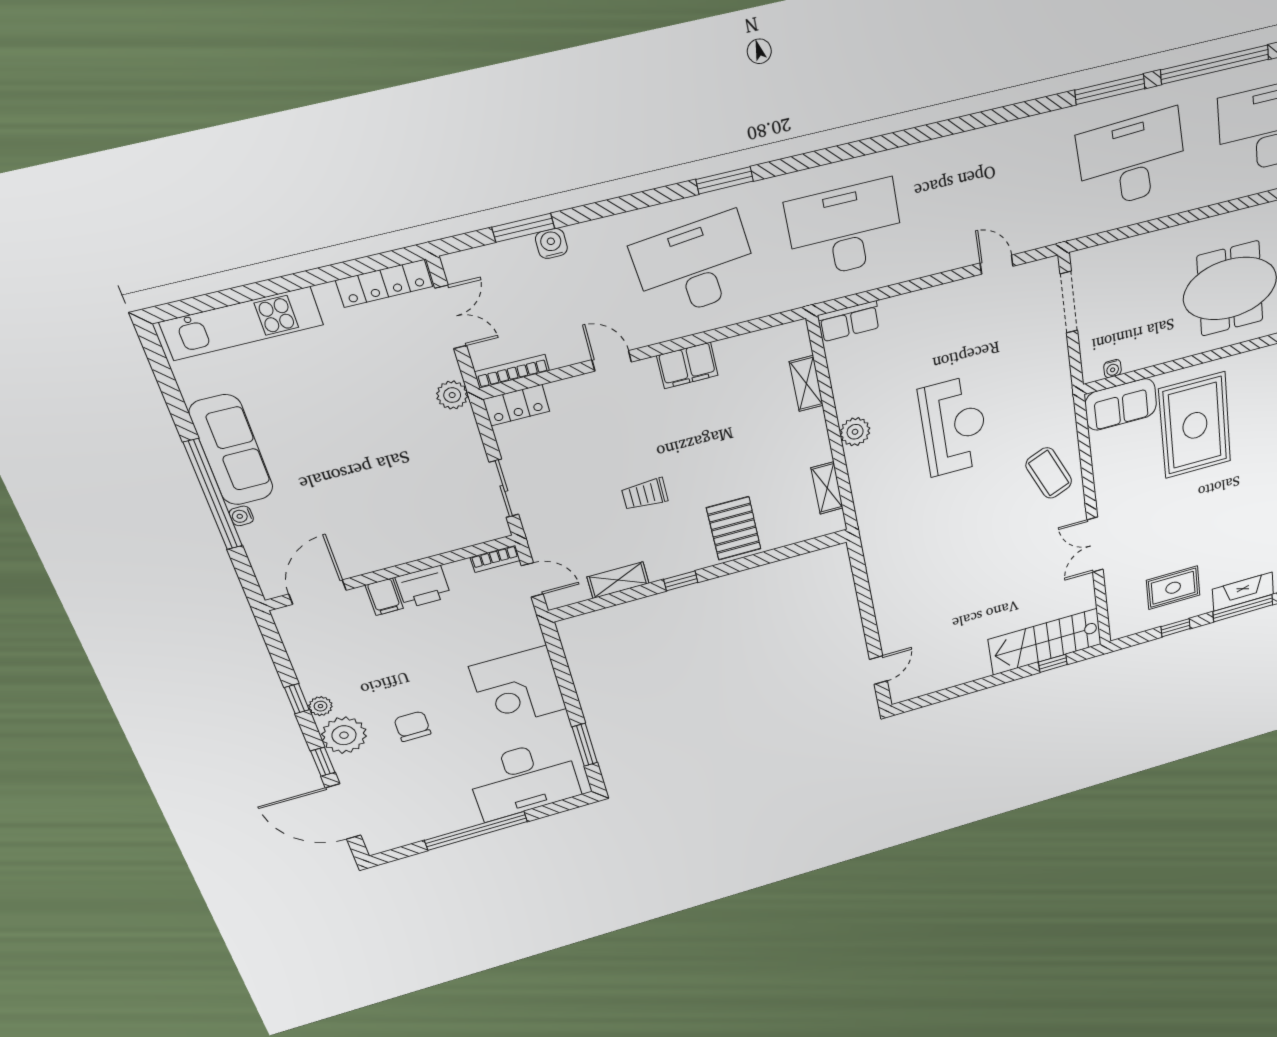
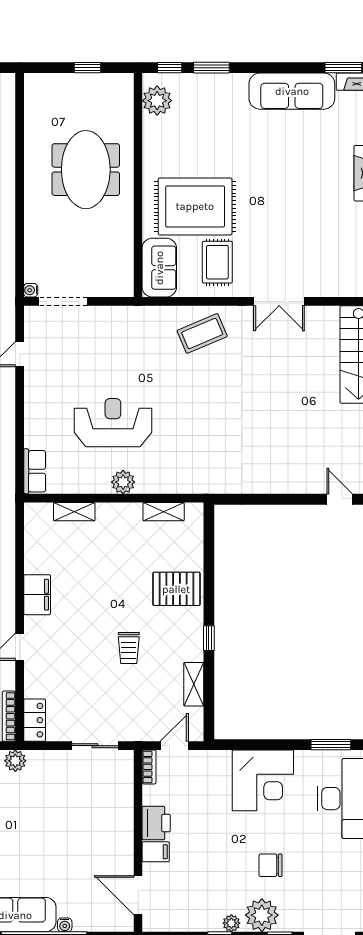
water cooler: (1113, 369) -> (31, 290), moved, turned 180
reception desk: (954, 426) -> (113, 423), moved
rug: (1173, 588) -> (217, 262), moved

